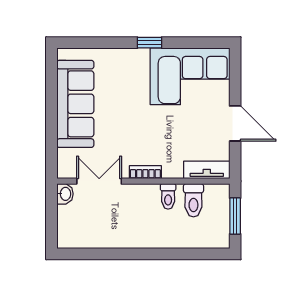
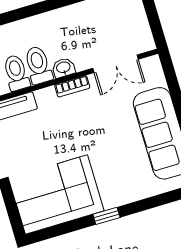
washbasin: (65, 194) -> (63, 68), moved, turned 90
toilet: (168, 196) -> (38, 65), width x1.37, depth x1.39

